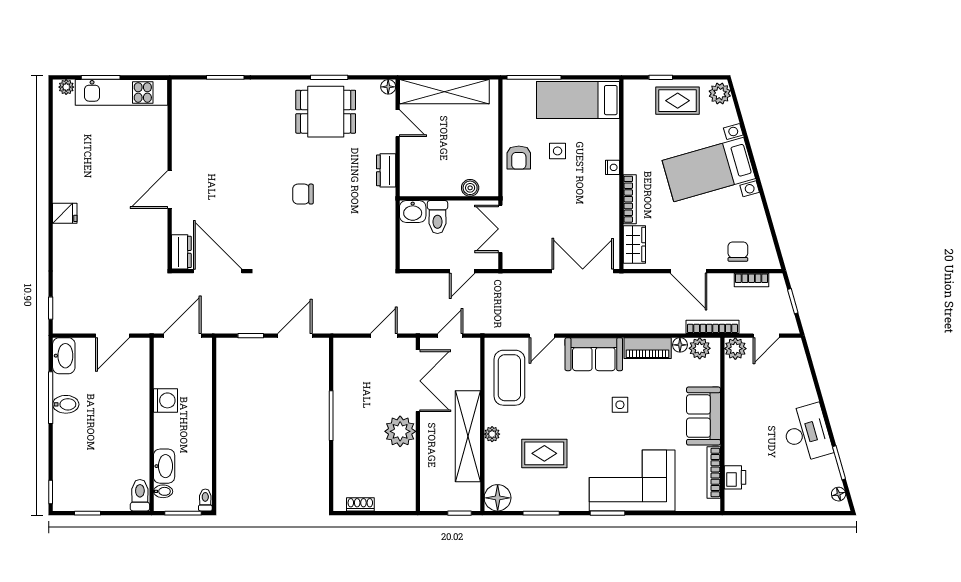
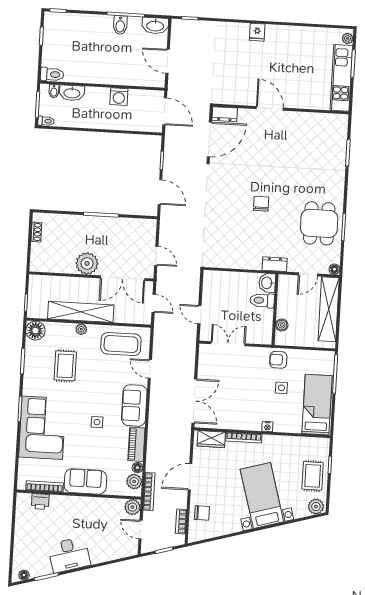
boiler: (470, 188) -> (282, 325), moved
wall: (449, 198) -> (275, 309), moved
washbasin: (413, 212) -> (267, 283), moved
toilet: (437, 217) -> (262, 300), moved

